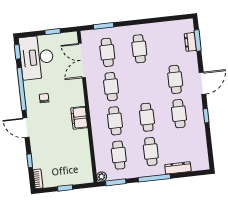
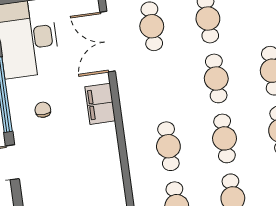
cafe table: (111, 87) -> (216, 78), moved
filing cabinet: (79, 118) -> (100, 104), moved

